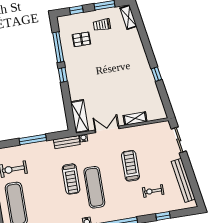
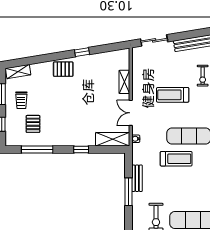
pallet: (138, 59) -> (63, 69), added
window: (63, 75) -> (81, 149), moved
bench: (67, 142) -> (137, 178), moved

